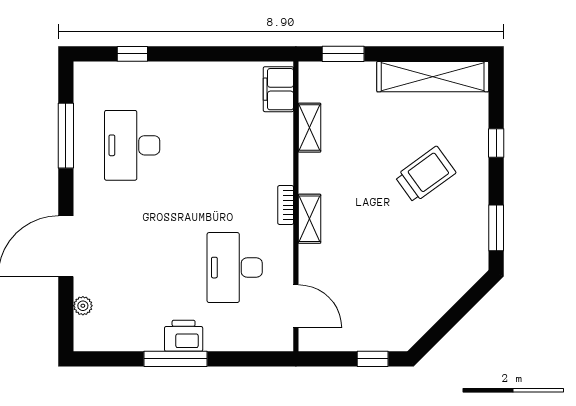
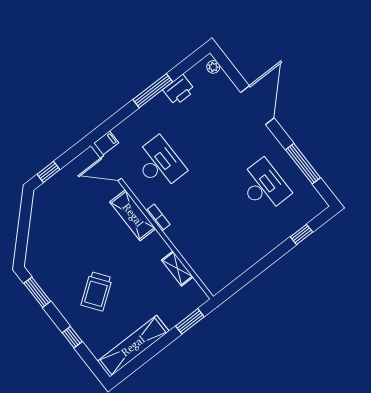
filing cabinet: (278, 89) -> (106, 143), moved, width x0.50
shelving: (310, 219) -> (133, 215), width x1.50, depth x1.33
plant: (83, 306) -> (213, 67), moved
printer: (184, 336) -> (179, 90), moved

